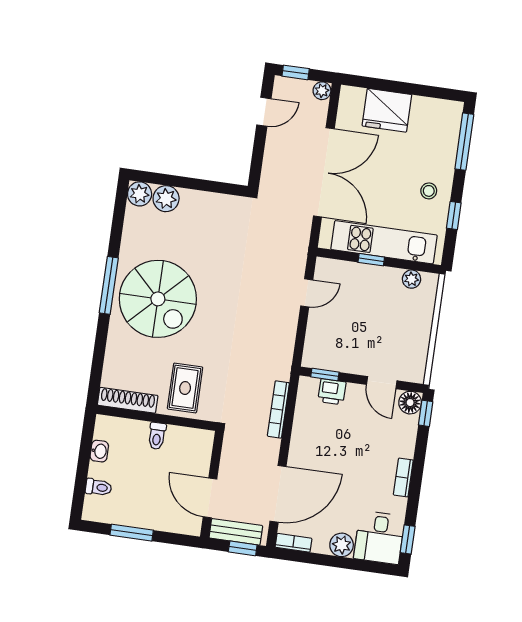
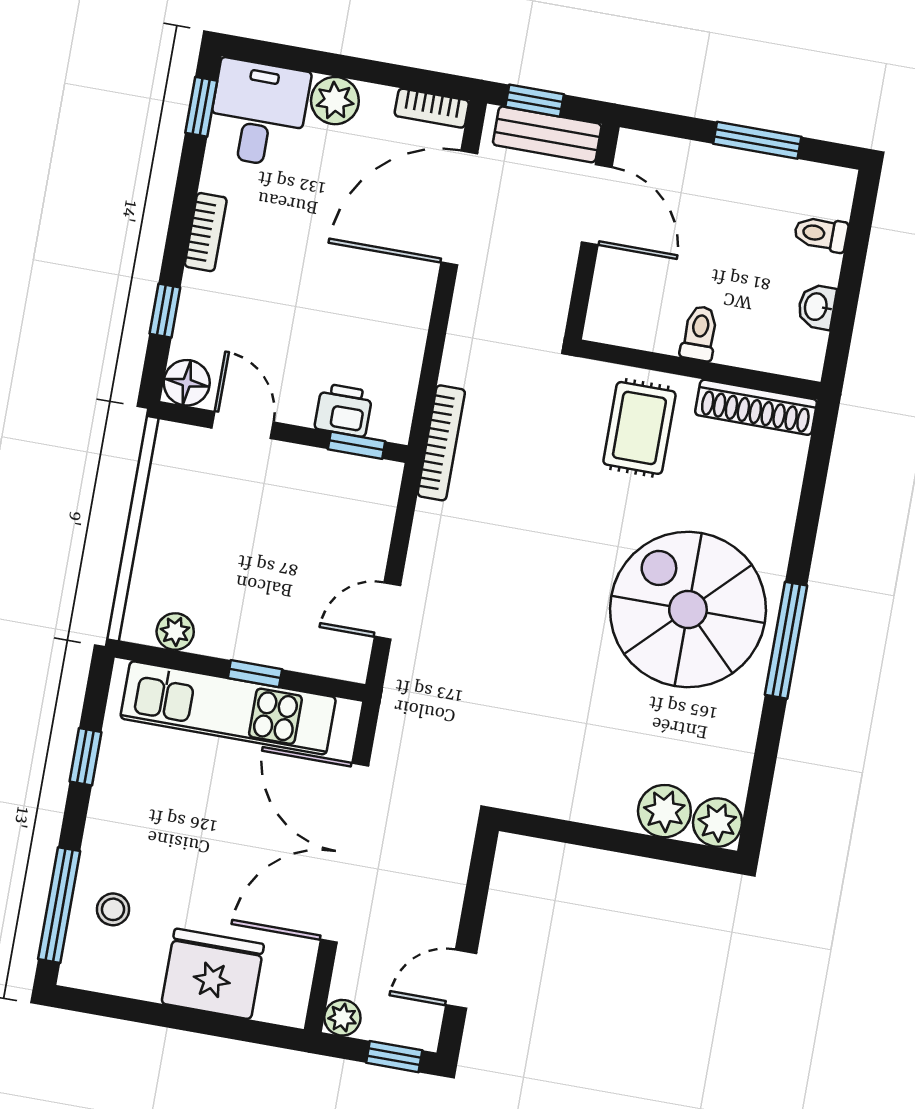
stool: (429, 191) -> (113, 909), moved
bookcase: (278, 409) -> (441, 443), moved
window: (426, 413) -> (165, 311), moved

